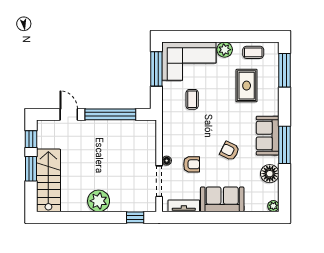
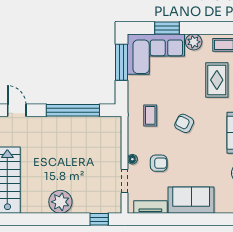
window: (199, 36) -> (167, 28), added
coffee table: (192, 99) -> (150, 115), moved
door: (69, 114) -> (17, 110), moved
armchair: (230, 151) -> (184, 123), moved
doorway: (159, 181) -> (124, 181), width x0.73

